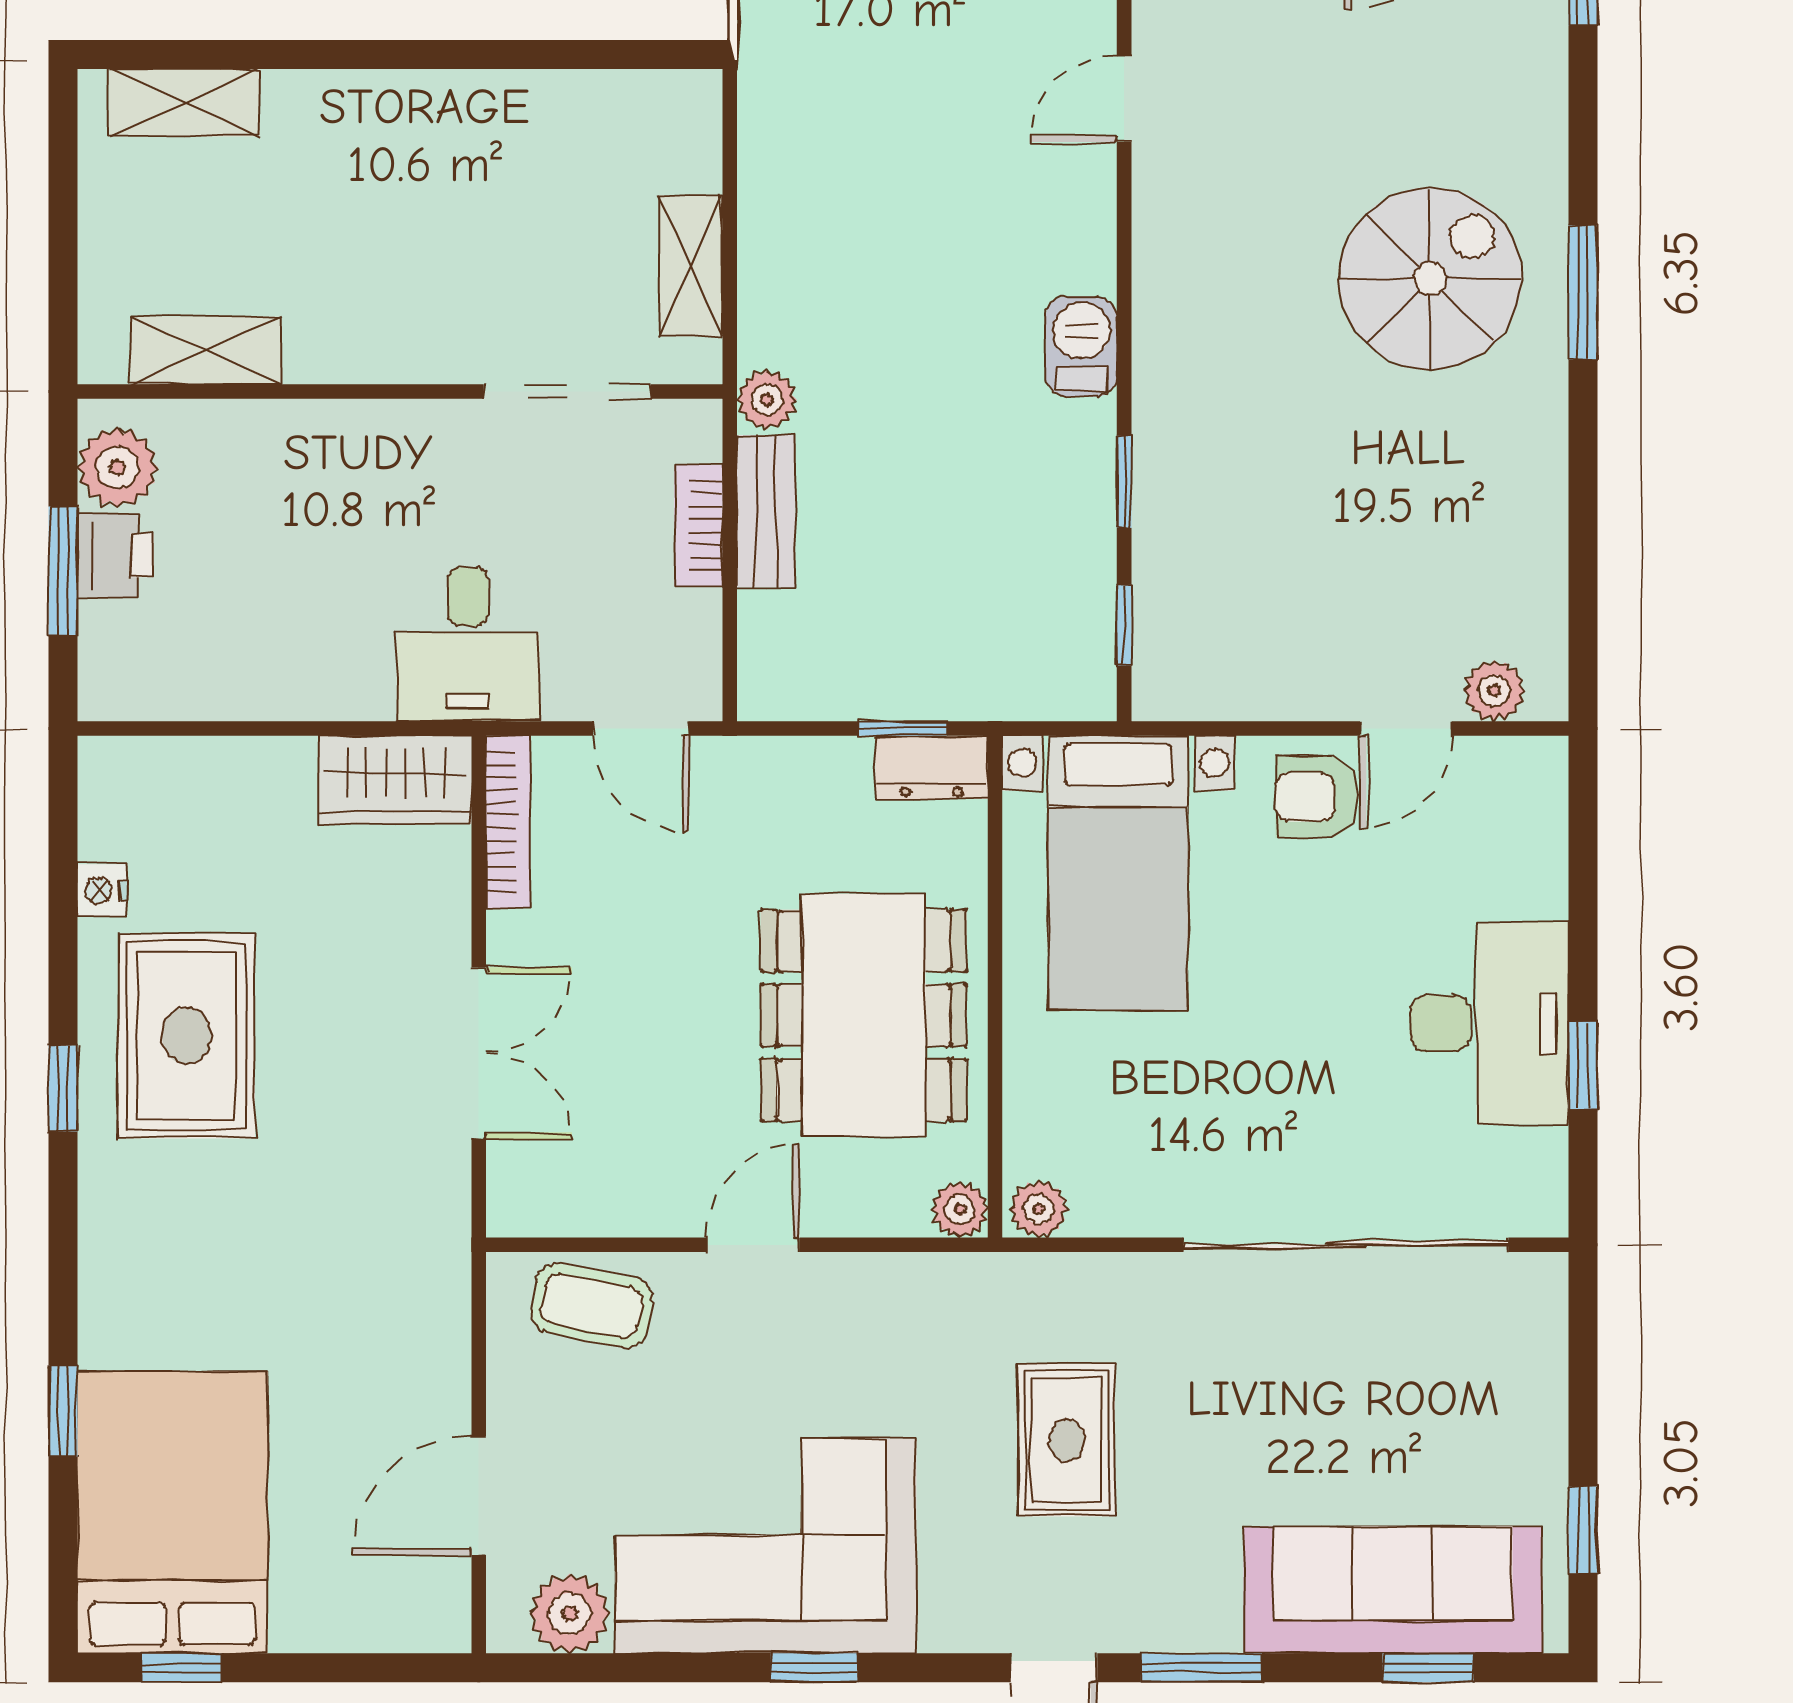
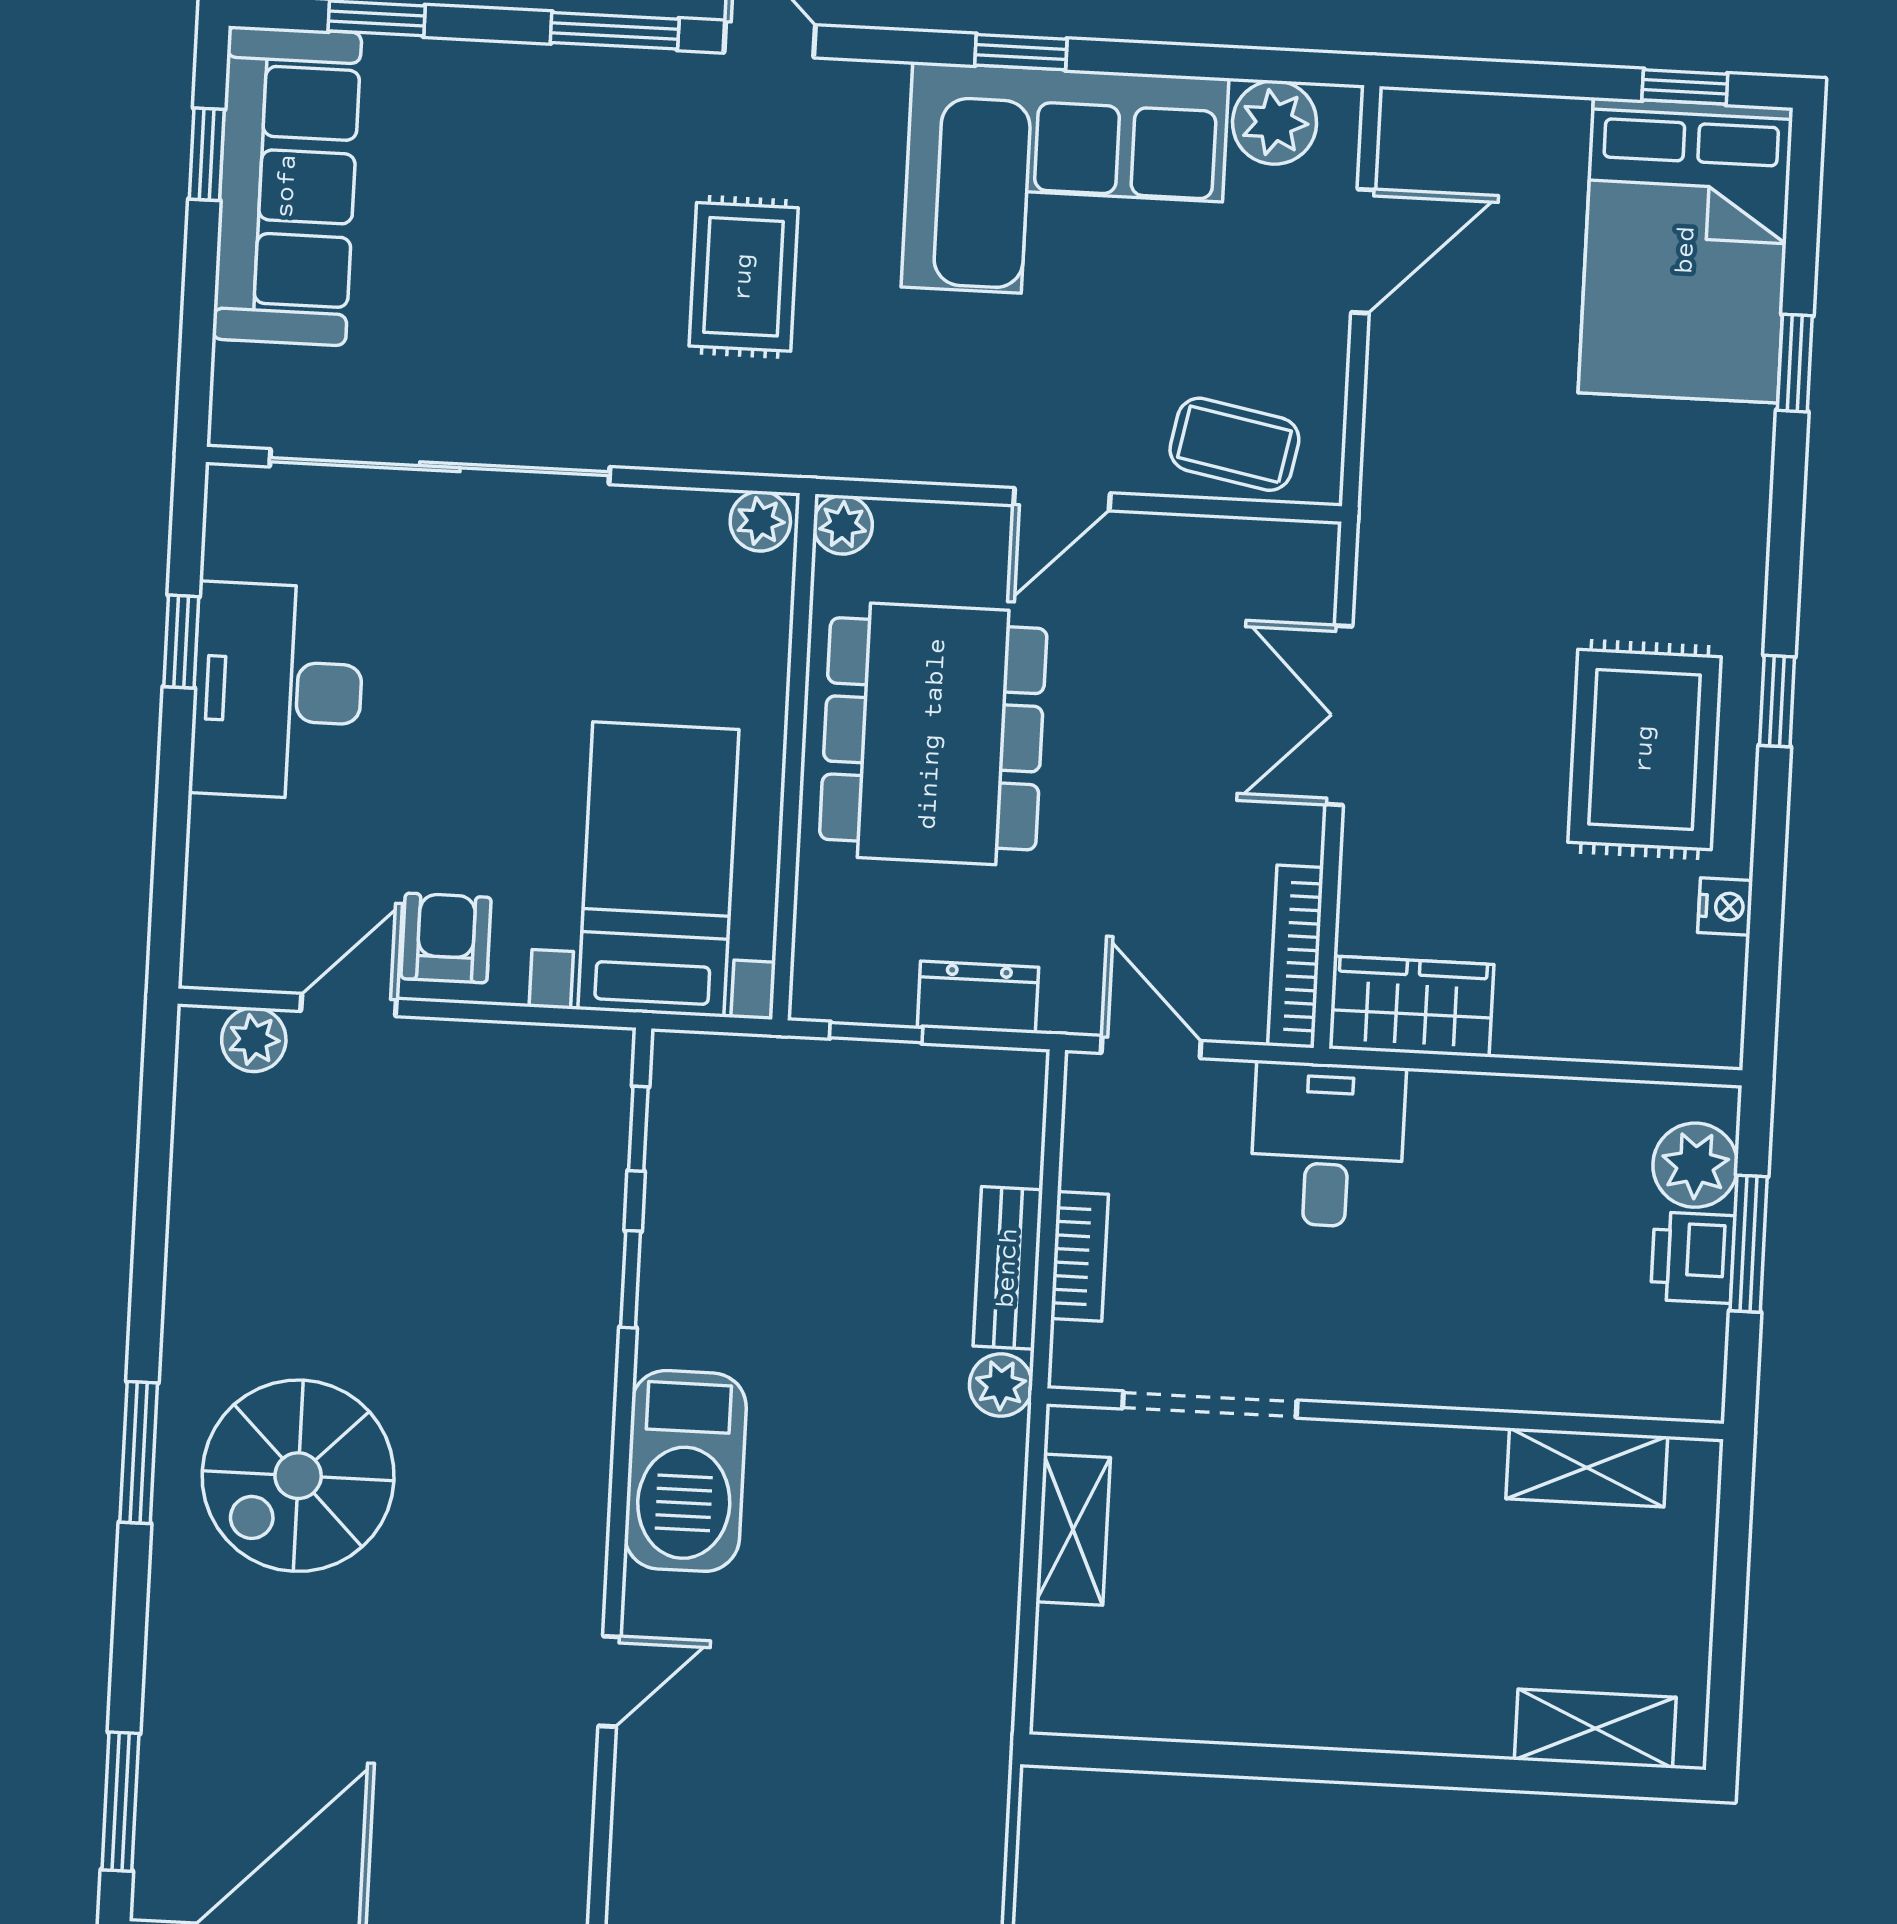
barbecue: (1081, 347) -> (685, 1471), width x1.88, depth x1.53
plant: (118, 467) -> (1695, 1165), moved
dresser: (932, 767) -> (978, 997), moved
armchair: (1316, 797) -> (446, 938), turned -90
sofa: (1393, 1590) -> (287, 186), moved, turned -90

